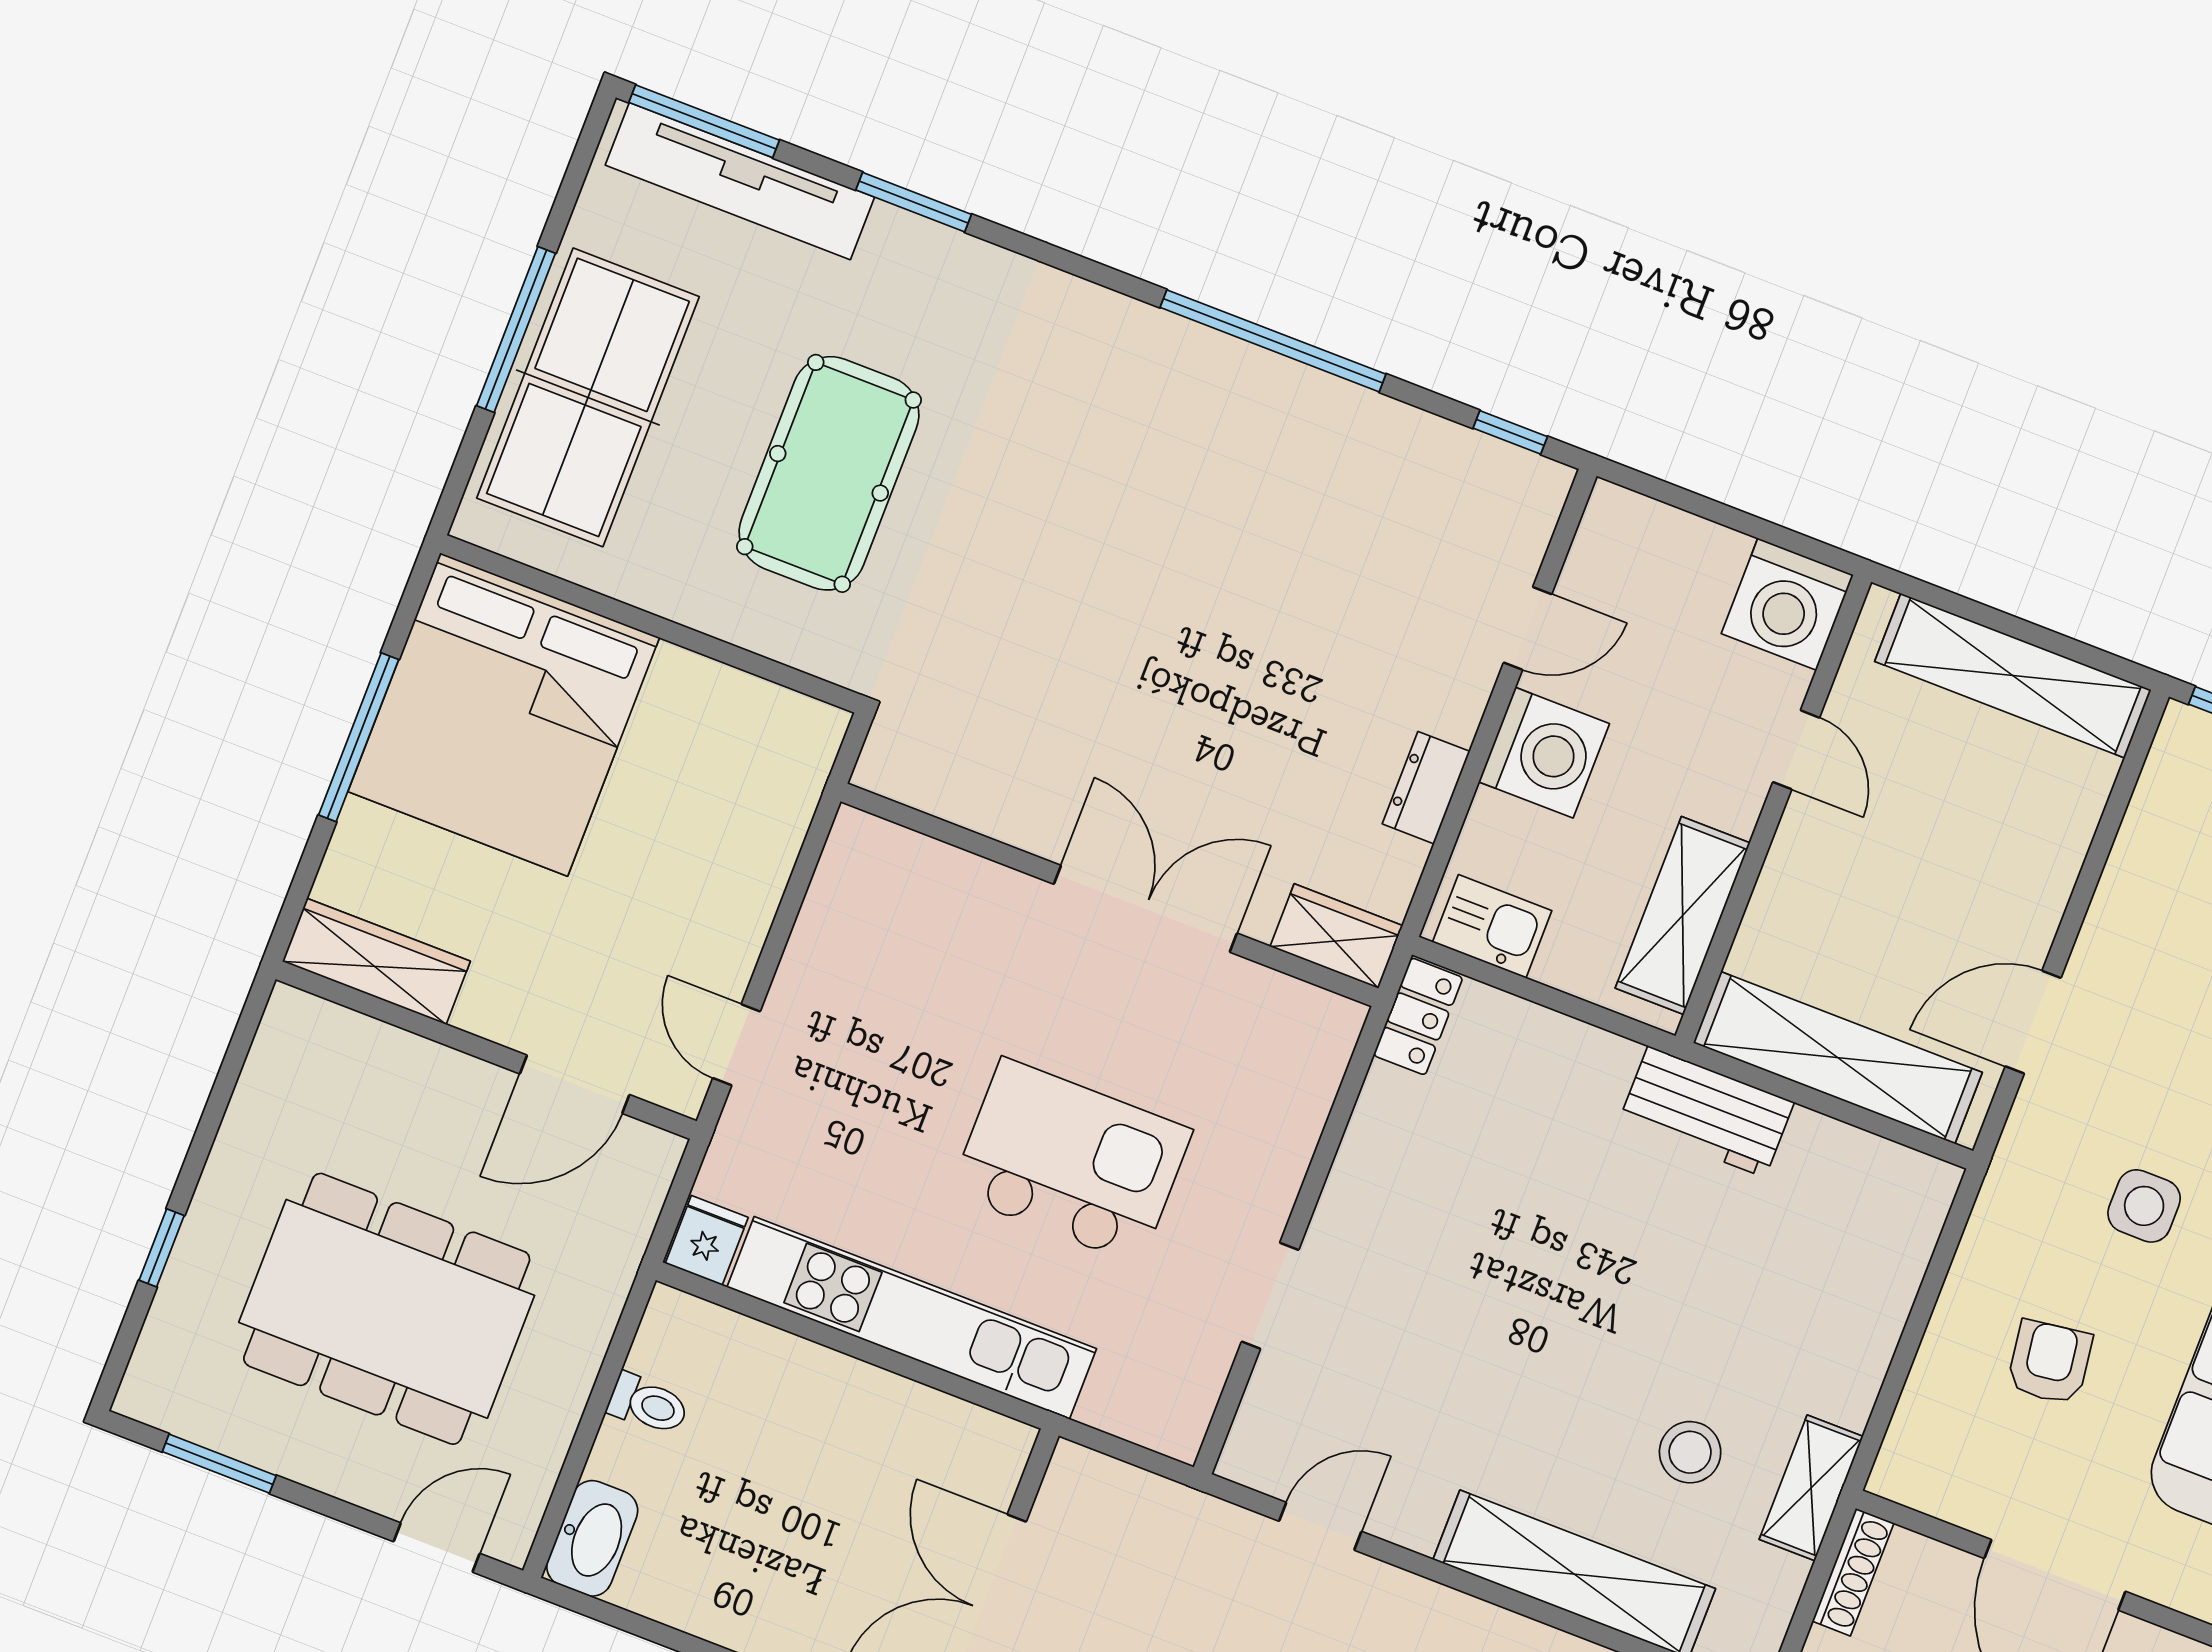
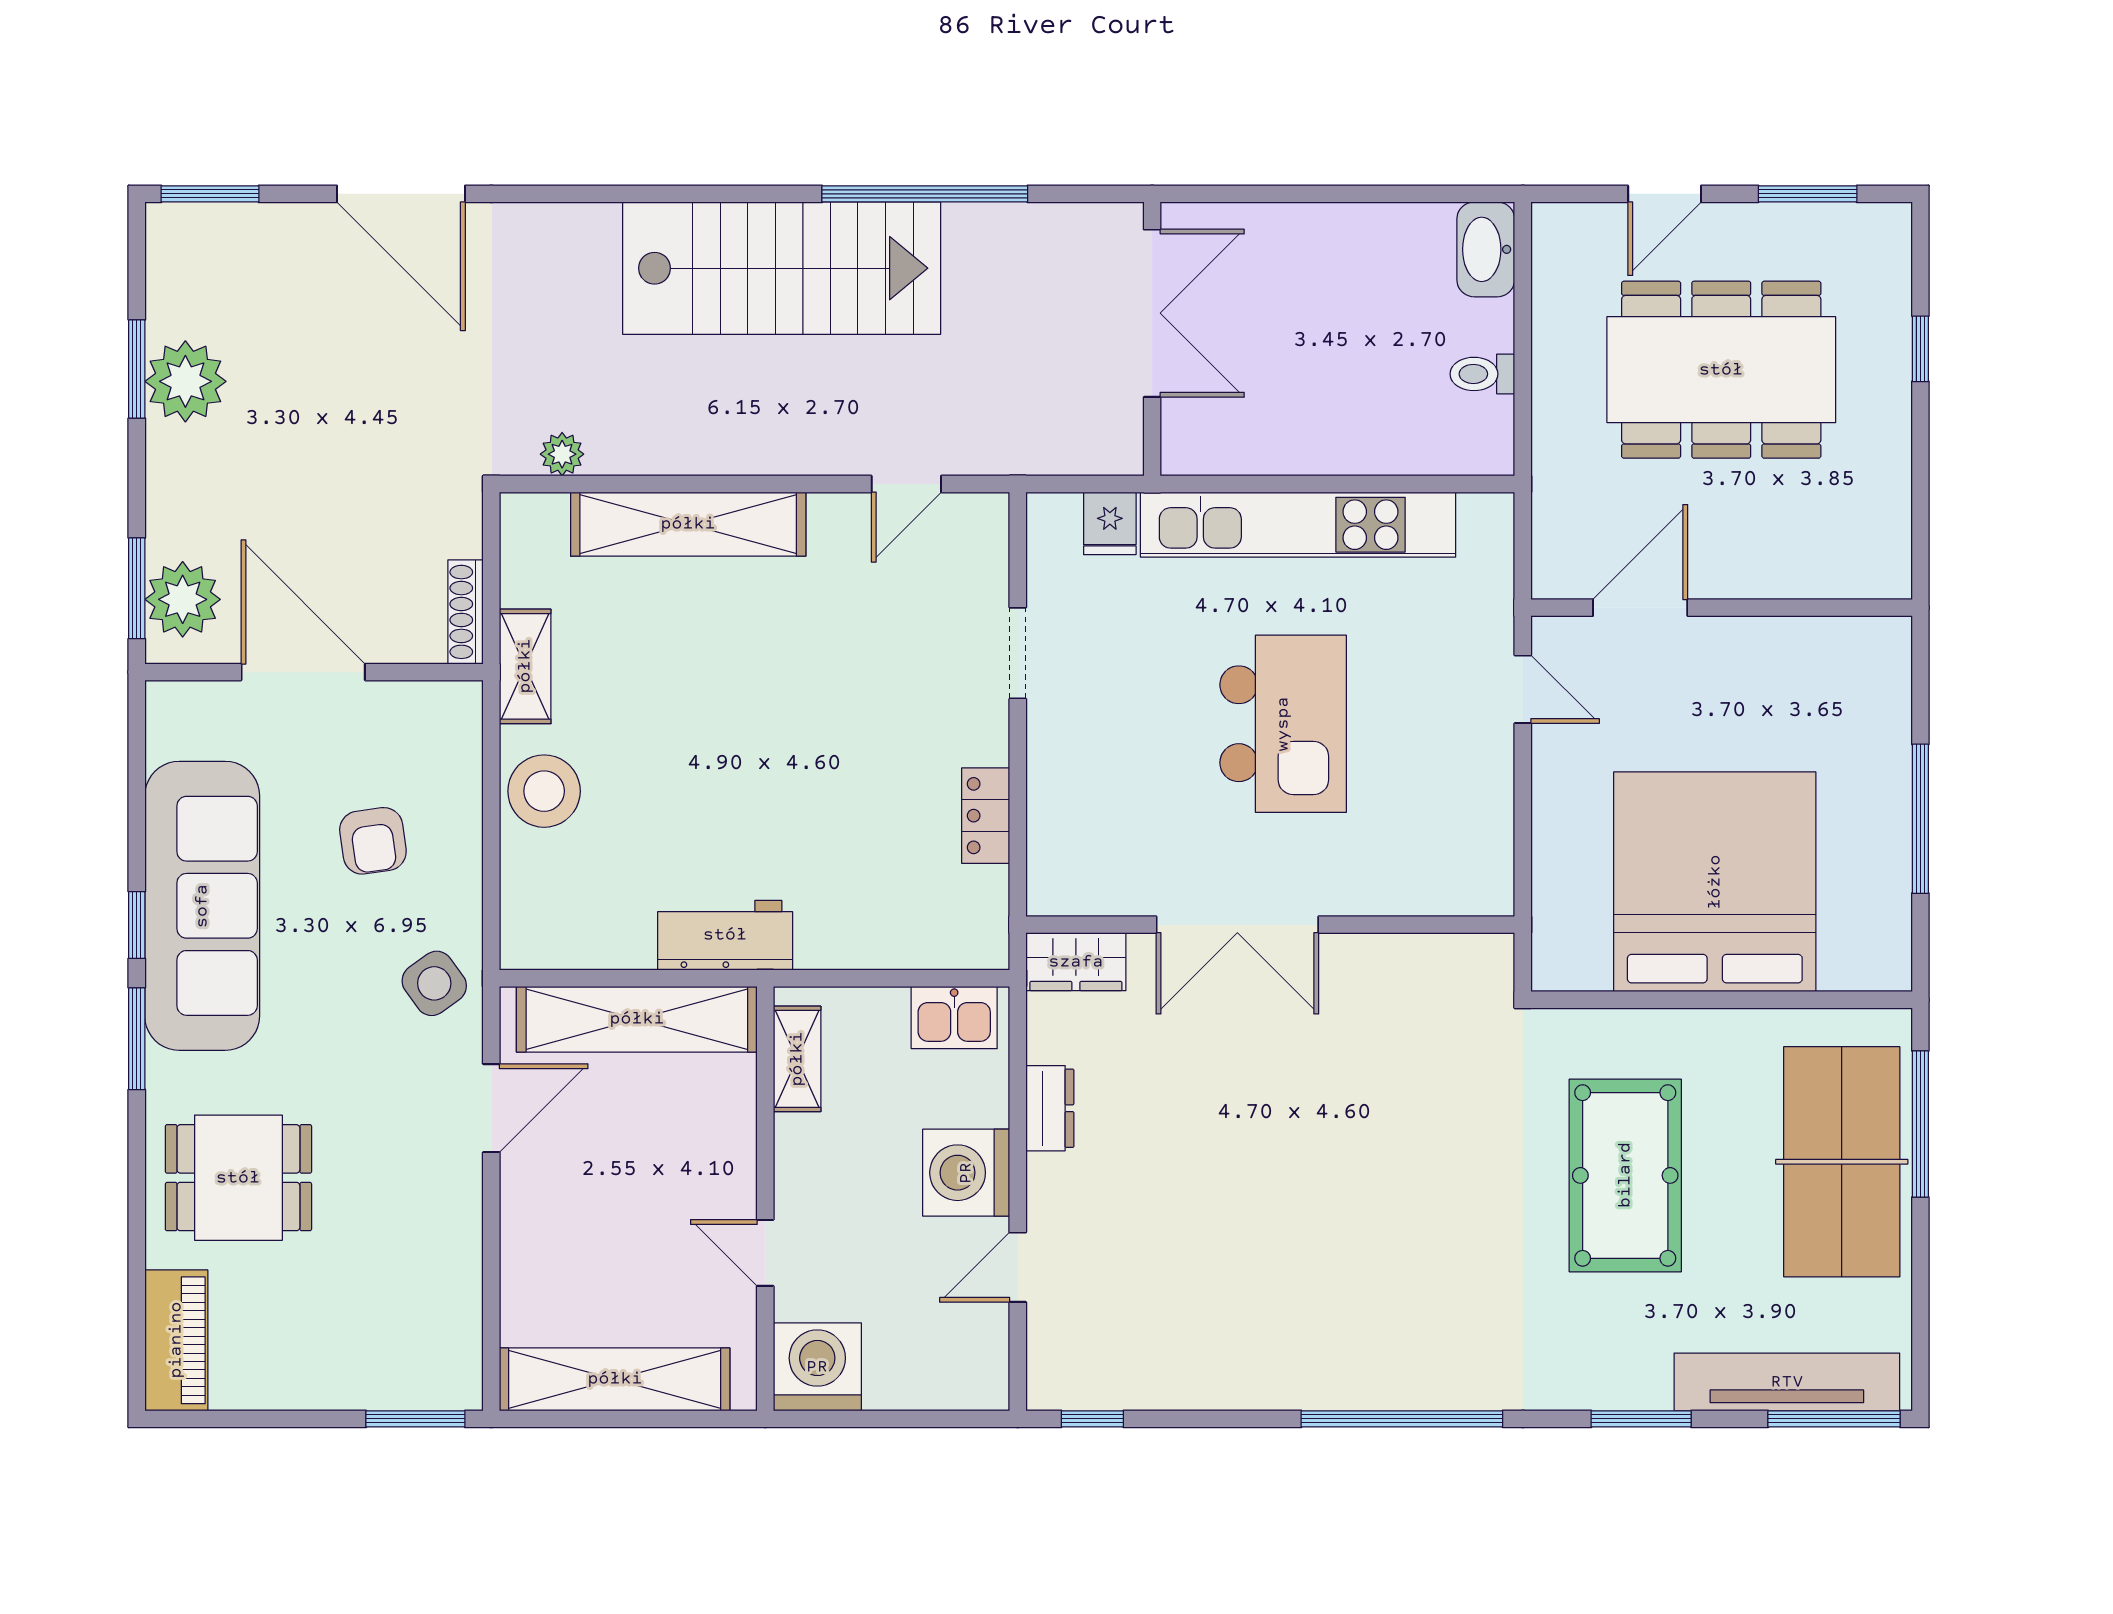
window: (516, 330) -> (1920, 1124), moved
window: (1273, 341) -> (1402, 1419), moved
bed: (504, 714) -> (1715, 882), moved
shelving: (1683, 915) -> (797, 1059), width x0.67, depth x0.75
wardrobe: (376, 961) -> (1837, 645), removed
locker: (1418, 1016) -> (986, 816), moved
kitchen island: (1071, 1161) -> (1283, 724), moved, turned -90
side table: (2144, 1206) -> (434, 983), moved, turned -36
fridge: (707, 1240) -> (1110, 523), moved
stool: (1690, 1452) -> (544, 791), moved, width x1.38, depth x1.38
door: (437, 1548) -> (1665, 194), moved

